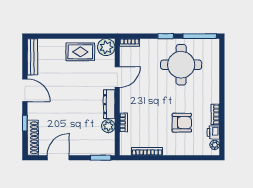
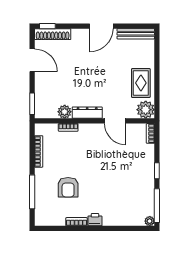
round table: (181, 65) -> (128, 187), removed
window: (25, 123) -> (47, 26), moved
printer: (213, 132) -> (95, 220), moved
plant: (215, 145) -> (150, 221), moved
window: (186, 158) -> (32, 192), added

